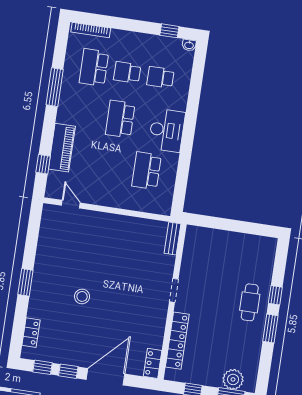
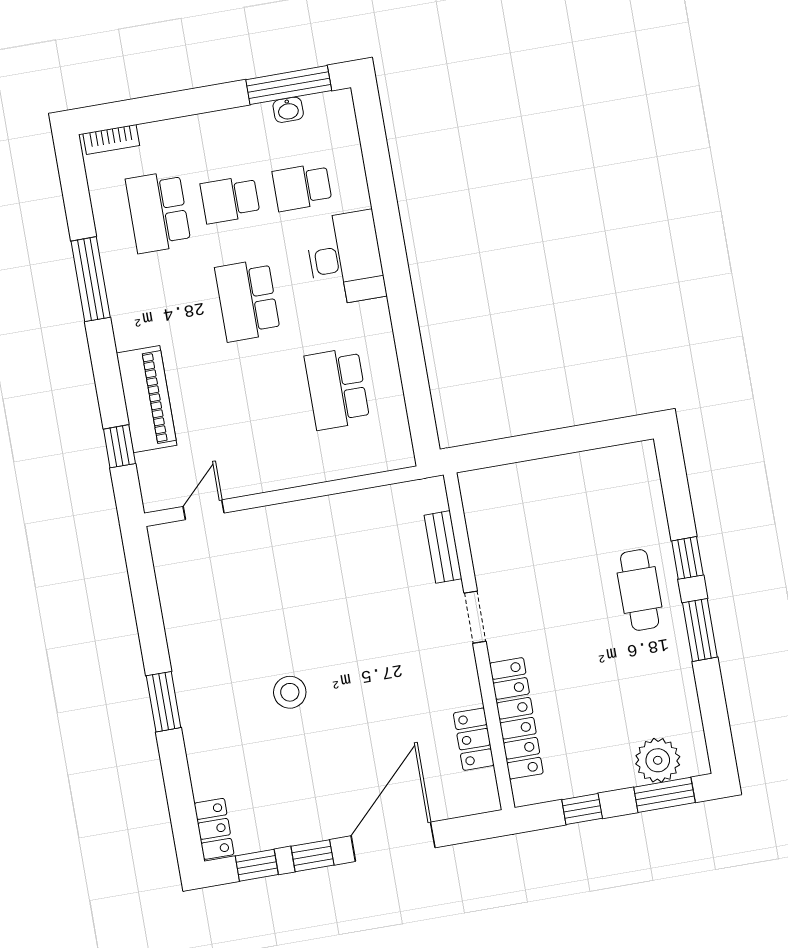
bookcase: (91, 30) -> (111, 140), width x0.64
window: (169, 31) -> (289, 85), width x2.17
washbasin: (189, 45) -> (288, 110), moved
desk: (167, 130) -> (345, 258), moved
door: (71, 204) -> (204, 510), hinge flipped
bench: (172, 238) -> (443, 547), moved
locker: (31, 333) -> (214, 829), moved
locker: (153, 363) -> (474, 739), moved

